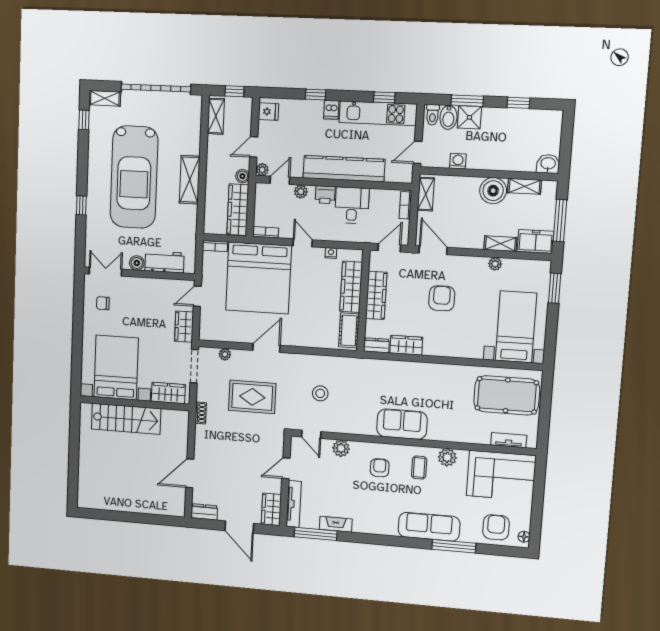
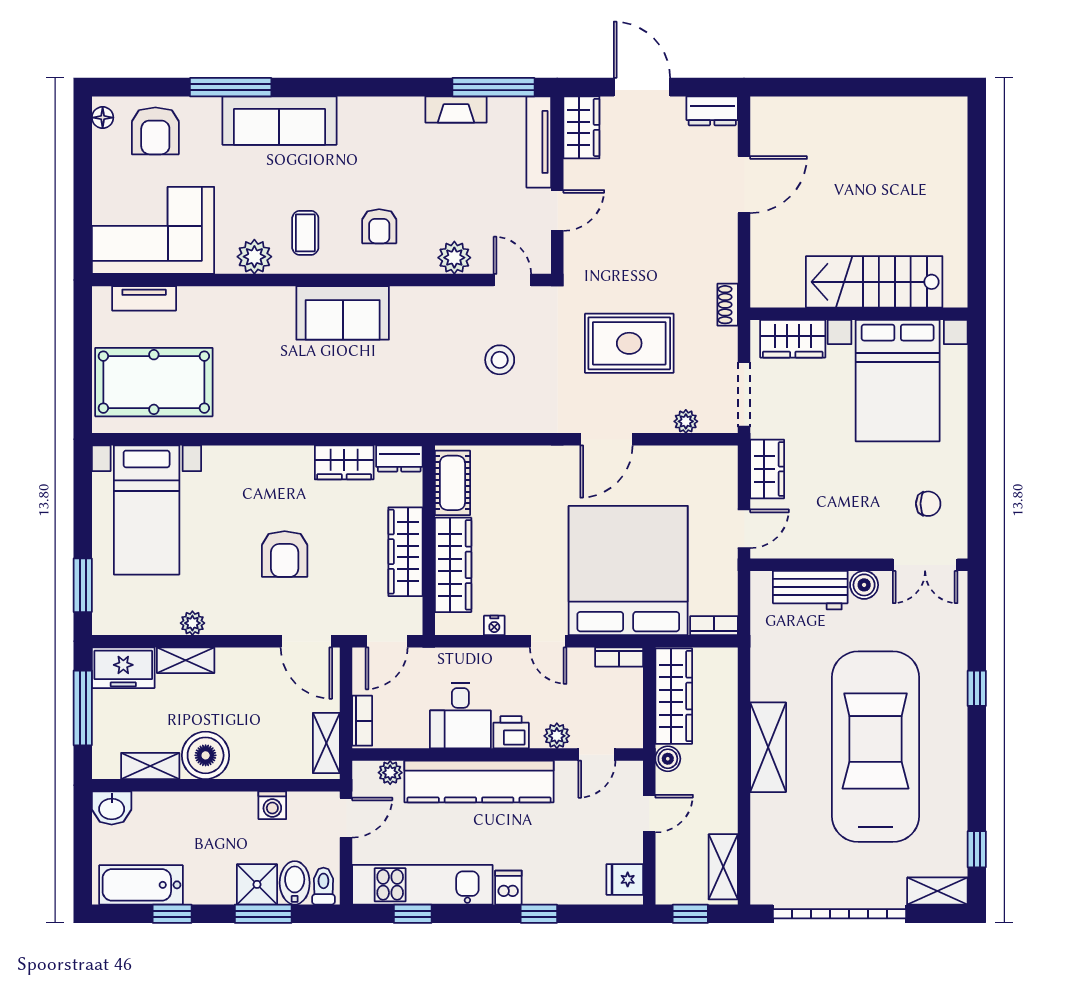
bathtub: (535, 120) -> (141, 885), added
plant: (262, 170) -> (390, 773), moved

